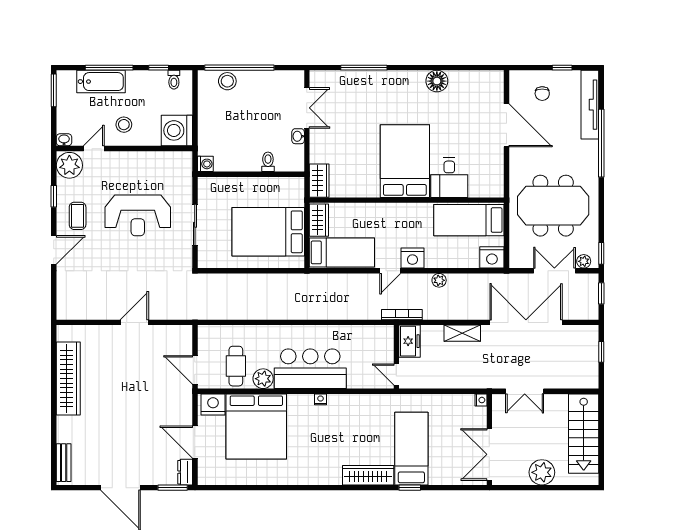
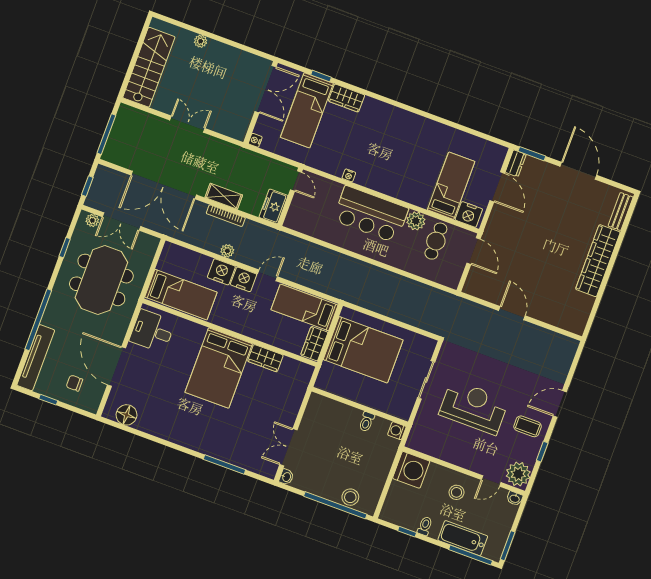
window: (109, 68) -> (471, 555), moved
toilet: (174, 80) -> (425, 526), moved
floor lamp: (437, 81) -> (127, 415), moved
chair: (542, 94) -> (74, 383), turned -90
washbasin: (298, 136) -> (286, 477), moved
toilet: (268, 162) -> (367, 422), moved
desk: (449, 178) -> (152, 331), moved, turned -90
wardrobe: (319, 181) -> (265, 358), moved, turned -90
meeting table: (553, 206) -> (101, 280), turned 90
coffee table: (78, 216) -> (528, 426), turned 90
window: (601, 253) -> (65, 248), moved
nightstand: (492, 257) -> (221, 272), moved
bookcase: (402, 315) -> (226, 216), moved
door: (134, 322) -> (512, 313), swing flipped
window: (601, 352) -> (106, 134), width x2.17
wardrobe: (68, 379) -> (598, 261), moved
nightstand: (321, 399) -> (349, 175), moved
nightstand: (481, 400) -> (255, 140), moved
bed: (256, 427) -> (451, 186), width x0.49
wall: (489, 439) -> (261, 102), moved
double door: (489, 454) -> (265, 89), moved
plant: (542, 472) -> (201, 41), width x0.53, depth x0.53
wardrobe: (368, 475) -> (347, 98), width x0.67

